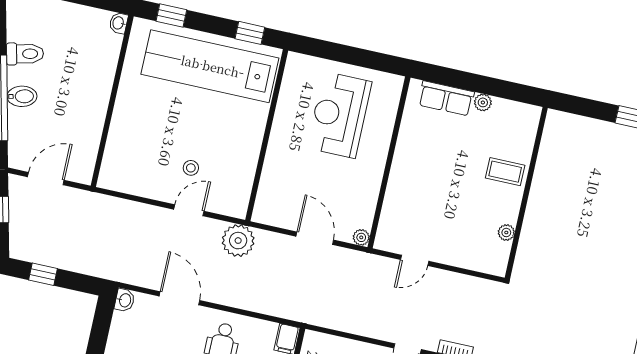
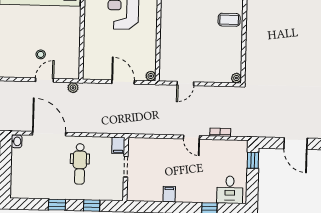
plant: (506, 233) -> (236, 78), moved
plant: (238, 241) -> (73, 88), width x0.53, depth x0.53
door: (179, 298) -> (49, 134), width x1.36

